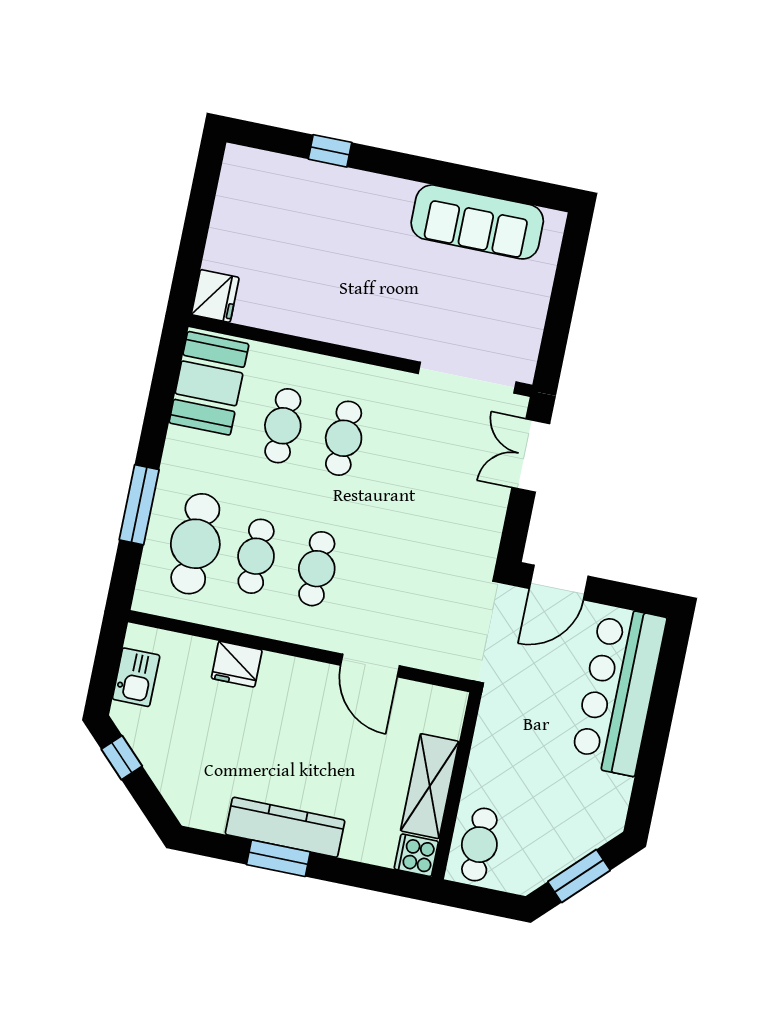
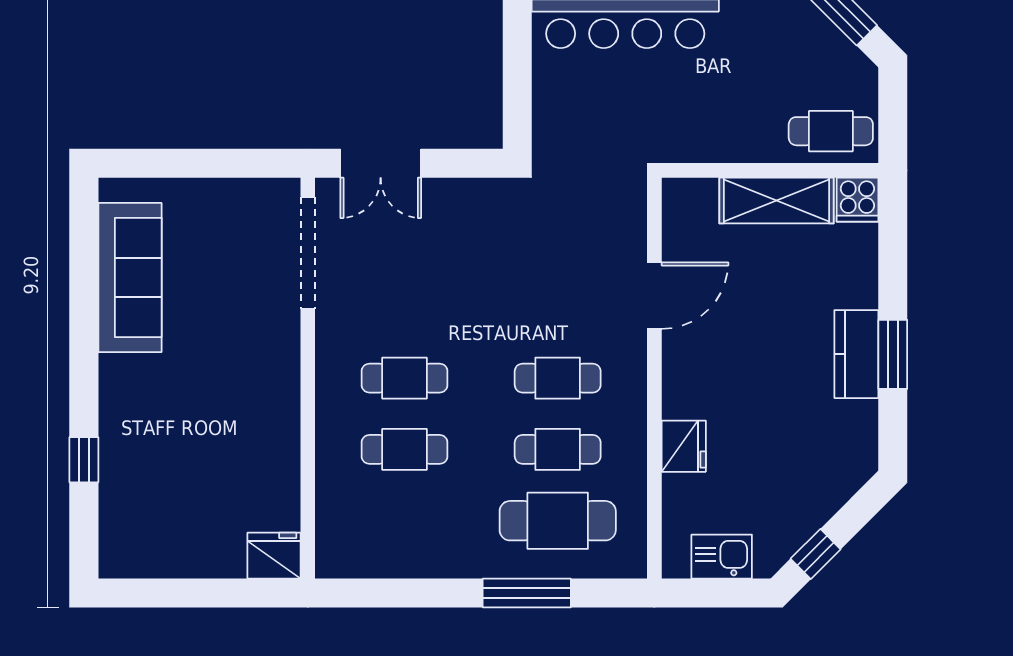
booth: (209, 383) -> (374, 542), removed
door: (559, 582) -> (517, 102), removed
kitchen counter: (285, 827) -> (856, 354), width x0.67

